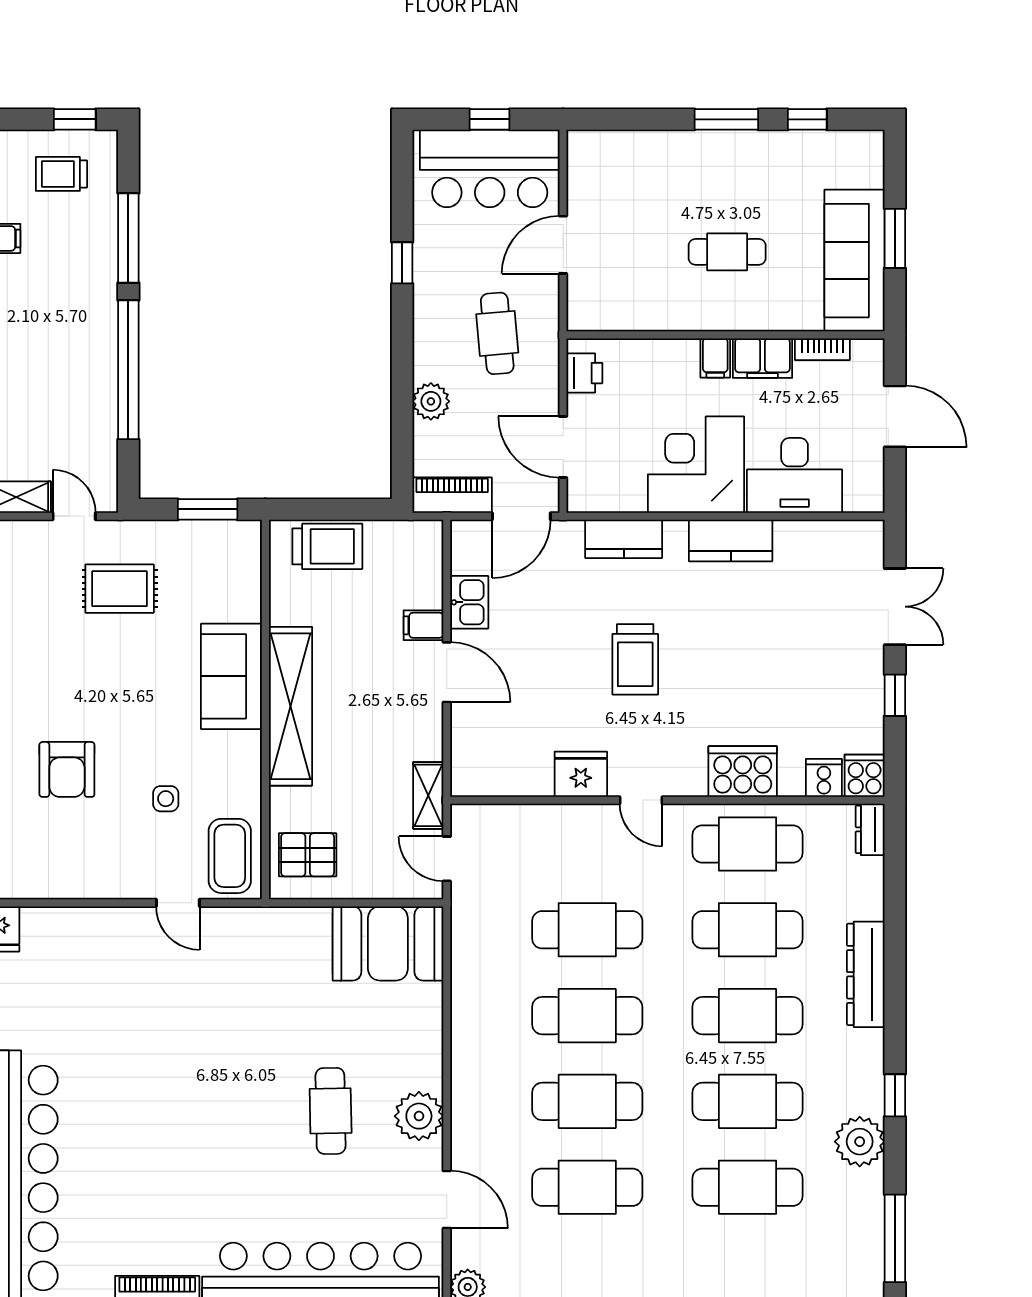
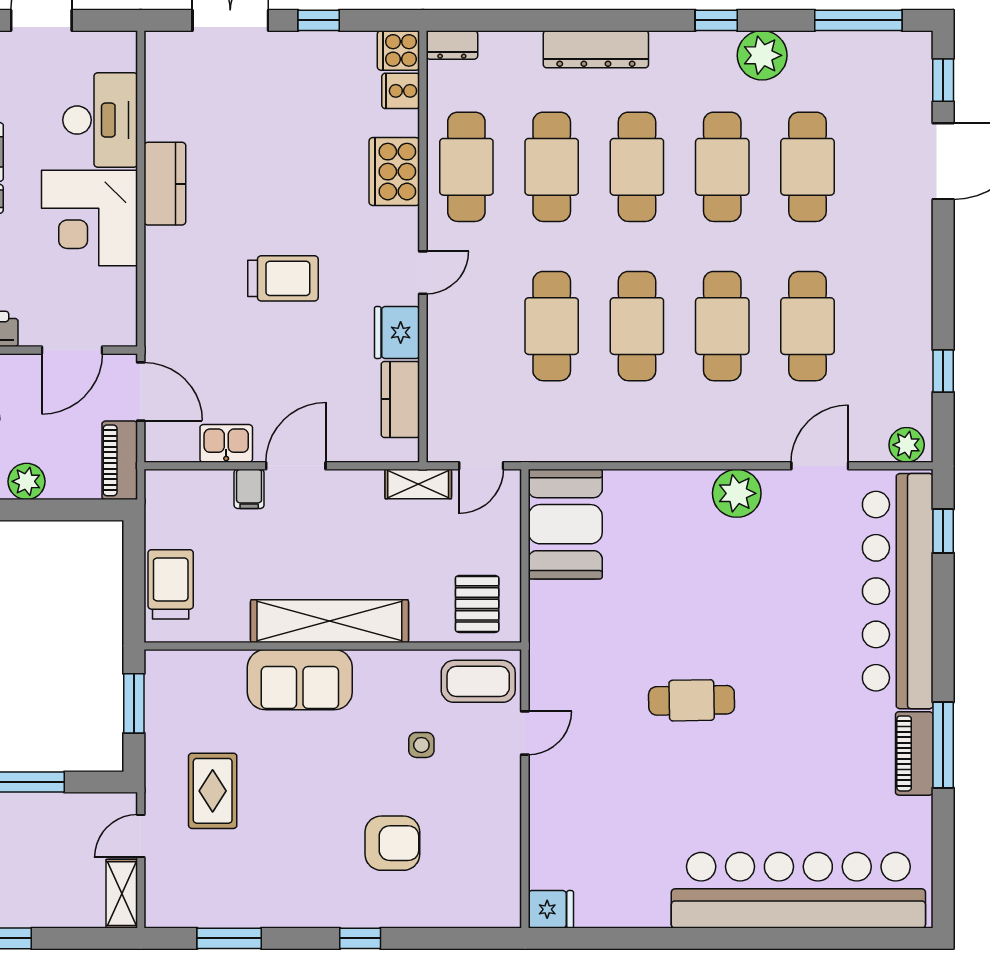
kitchen counter: (624, 539) -> (400, 399), moved, turned 180
cafe table: (331, 1111) -> (692, 700), moved

